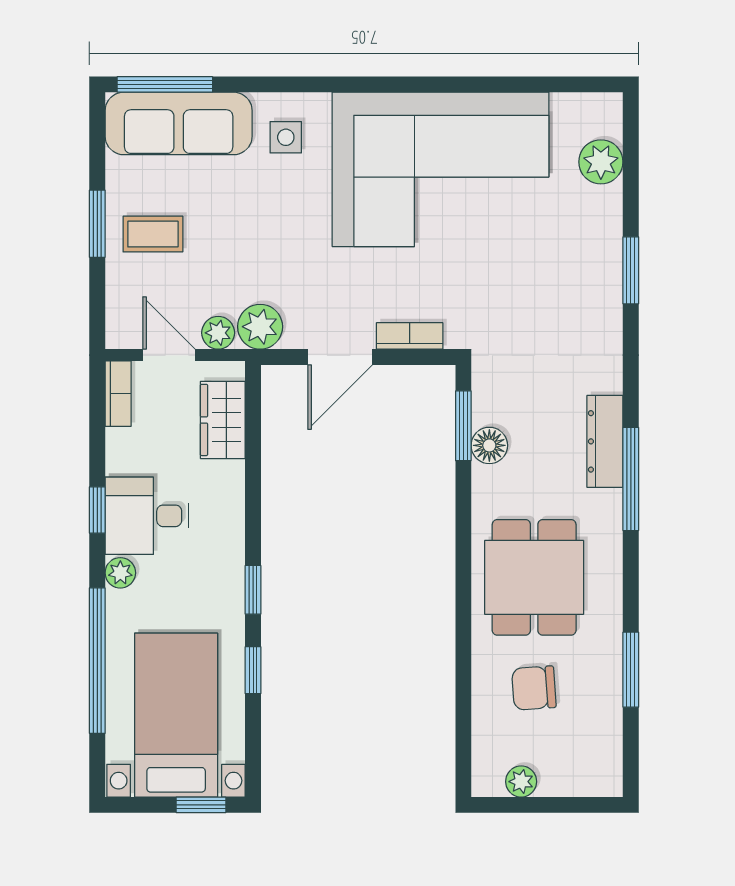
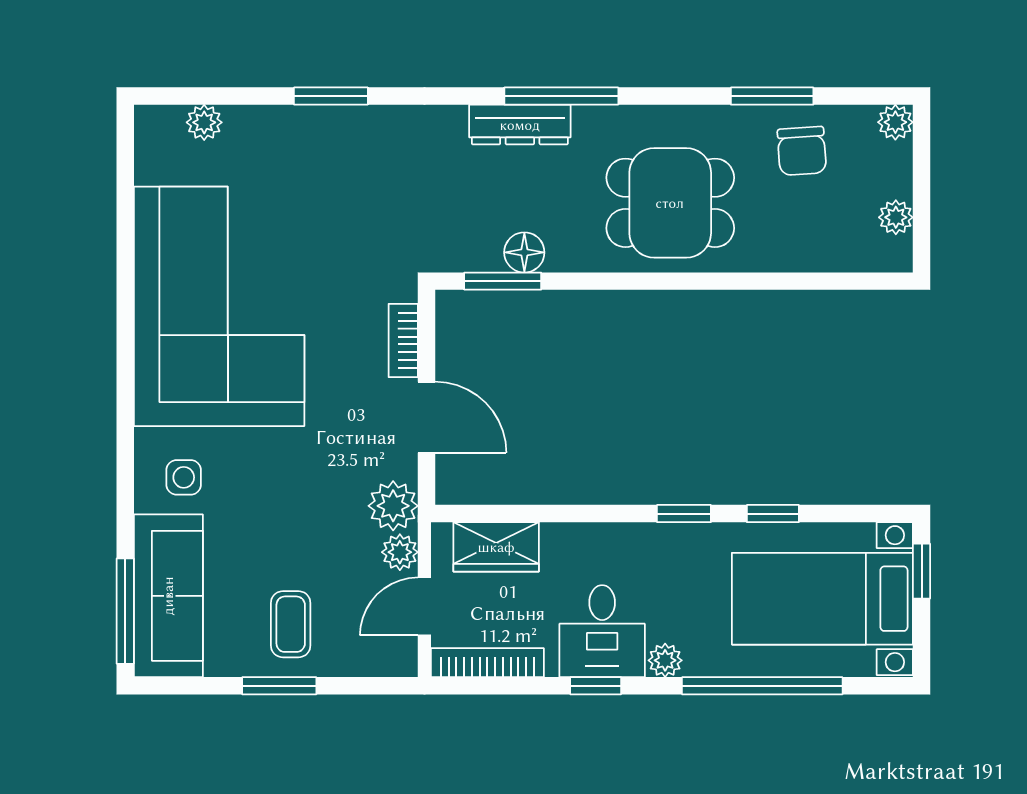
plant: (601, 162) -> (204, 122), width x0.73, depth x0.73
bookcase: (118, 394) -> (487, 663), width x1.56
chair: (534, 688) -> (802, 151), moved
plant: (607, 781) -> (895, 122), added

